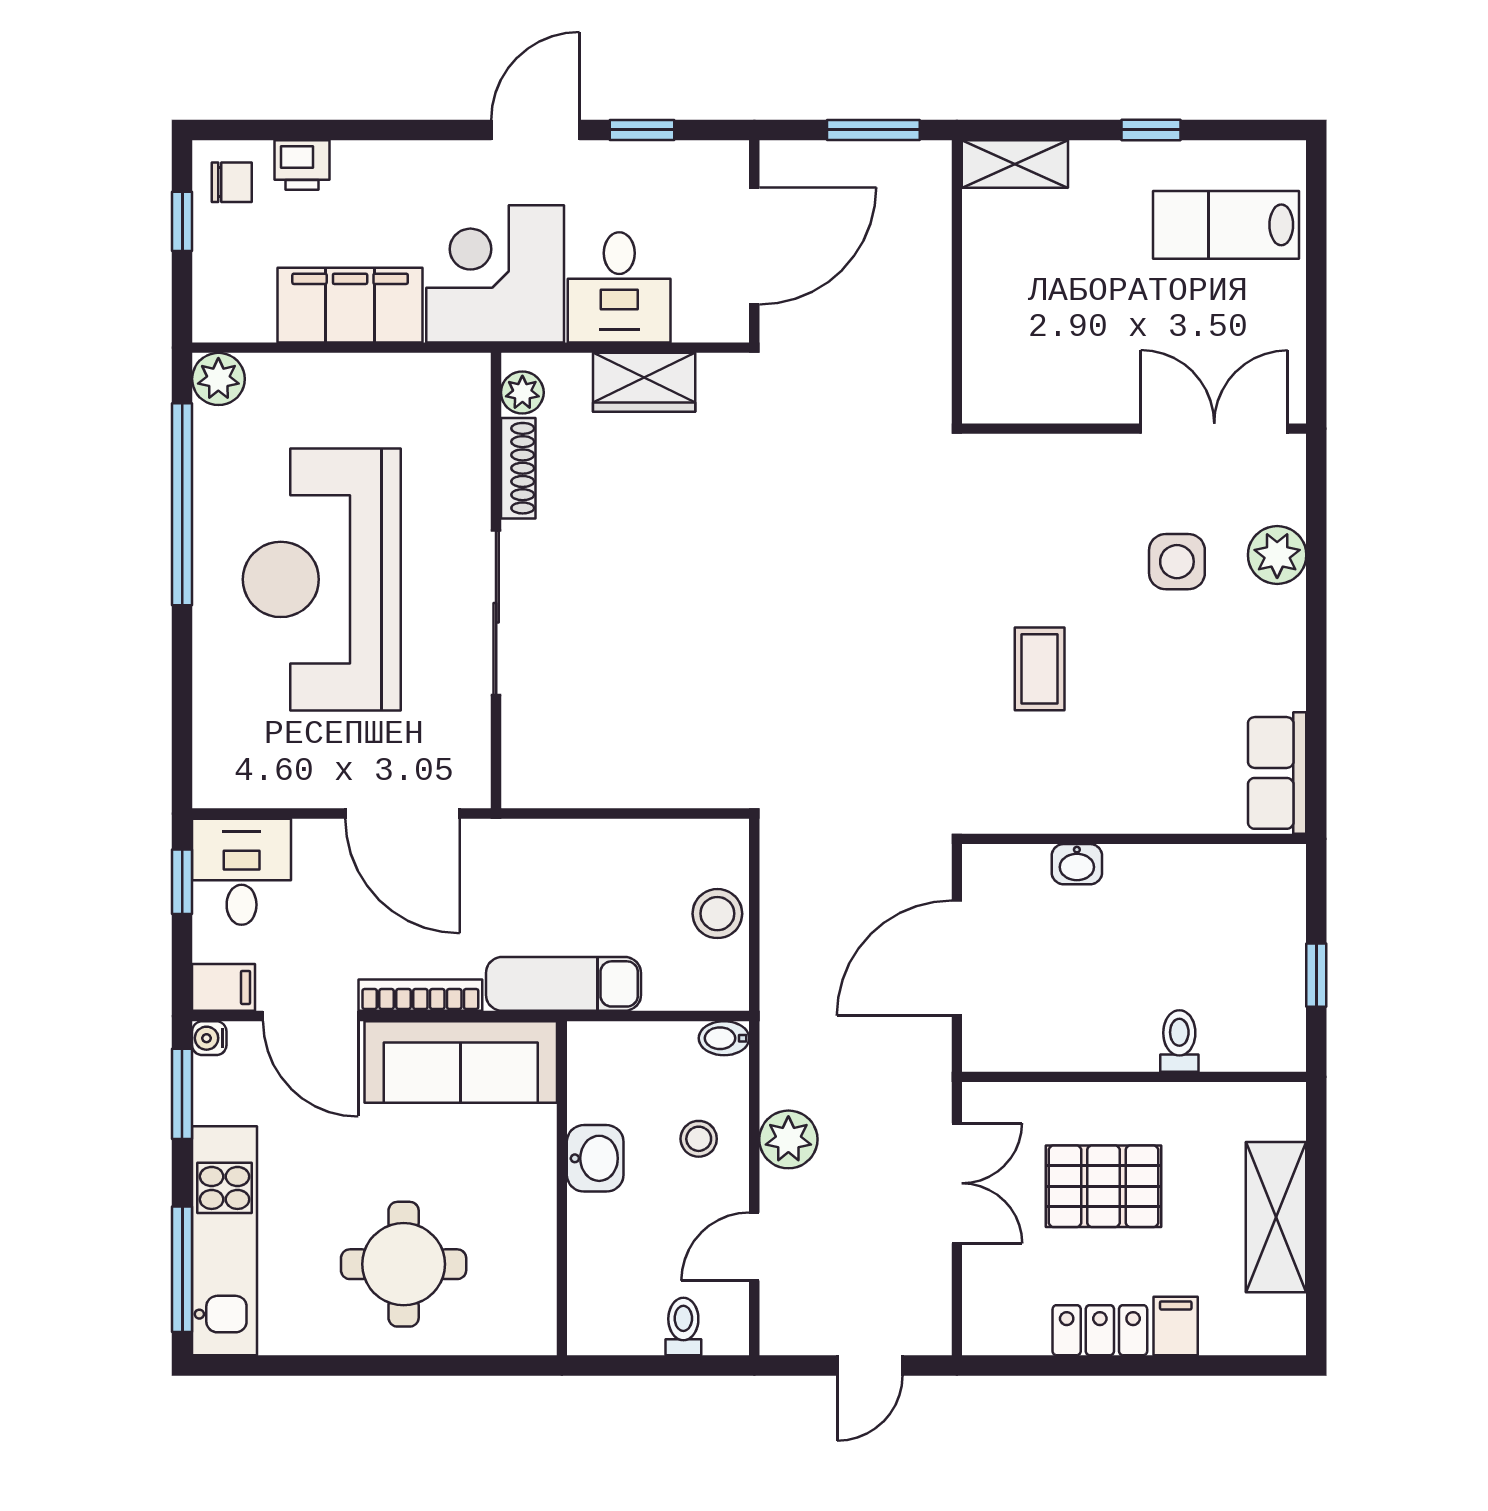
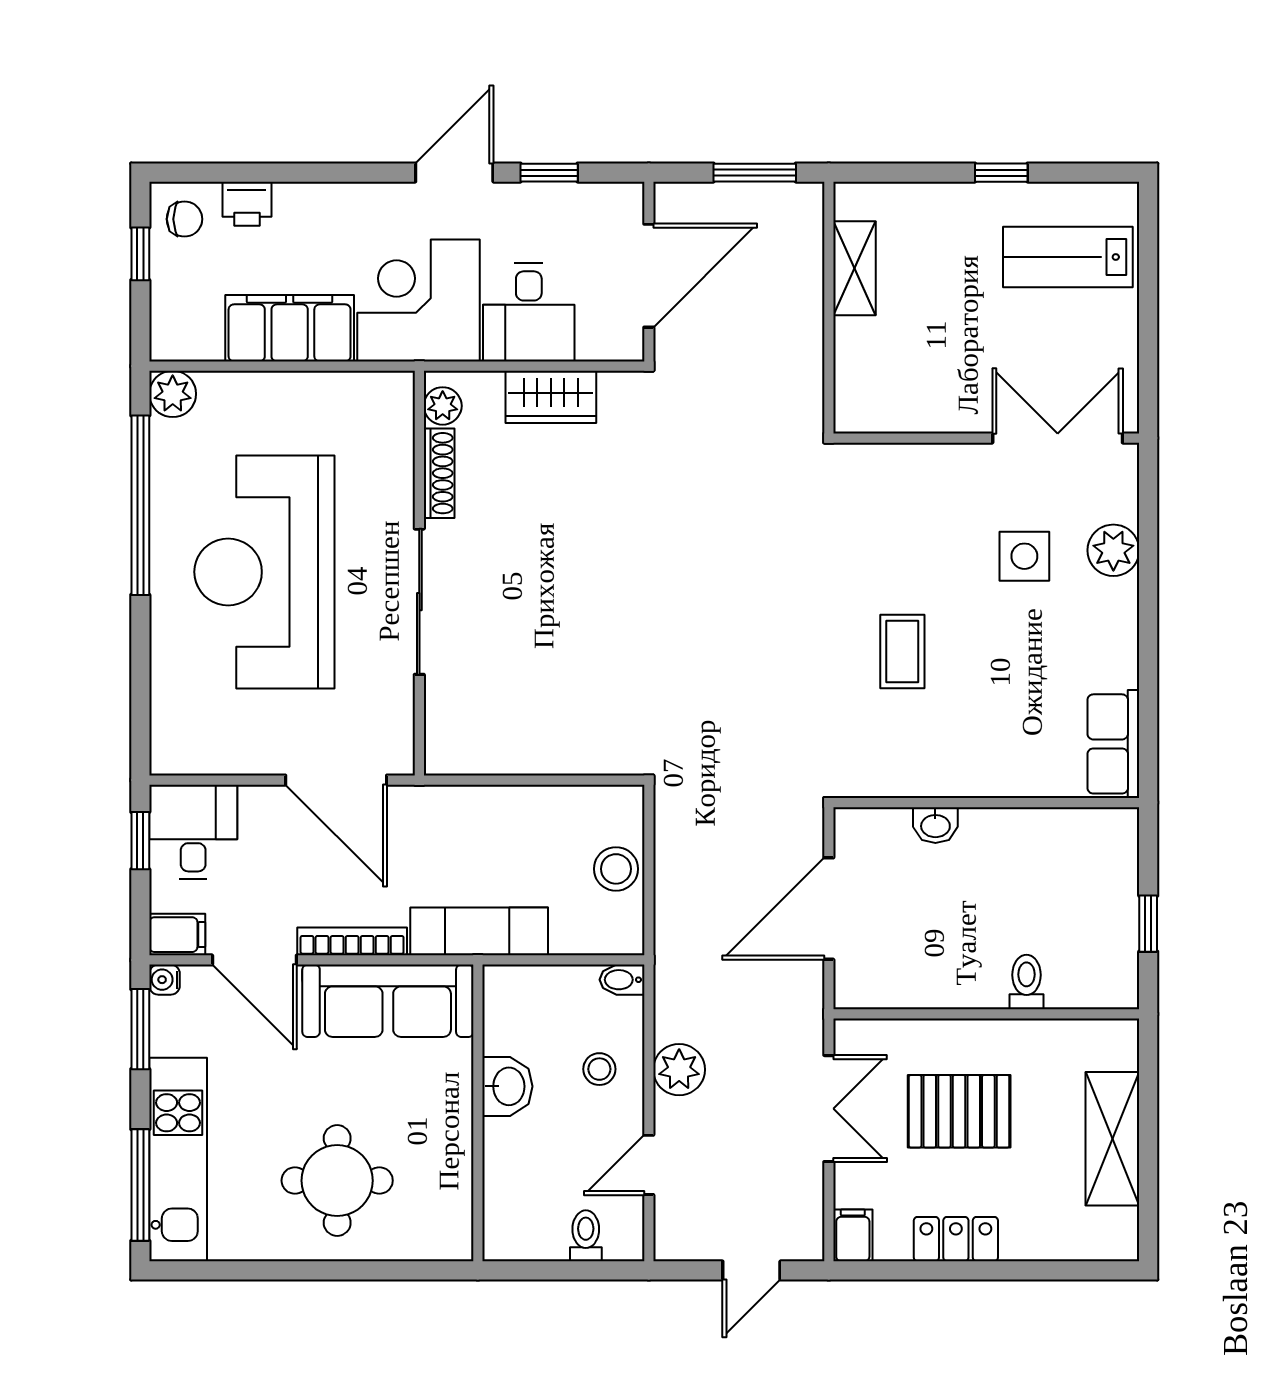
shelving: (1015, 164) -> (854, 268), moved, turned 90
filing cabinet: (1176, 1326) -> (853, 1235), moved

